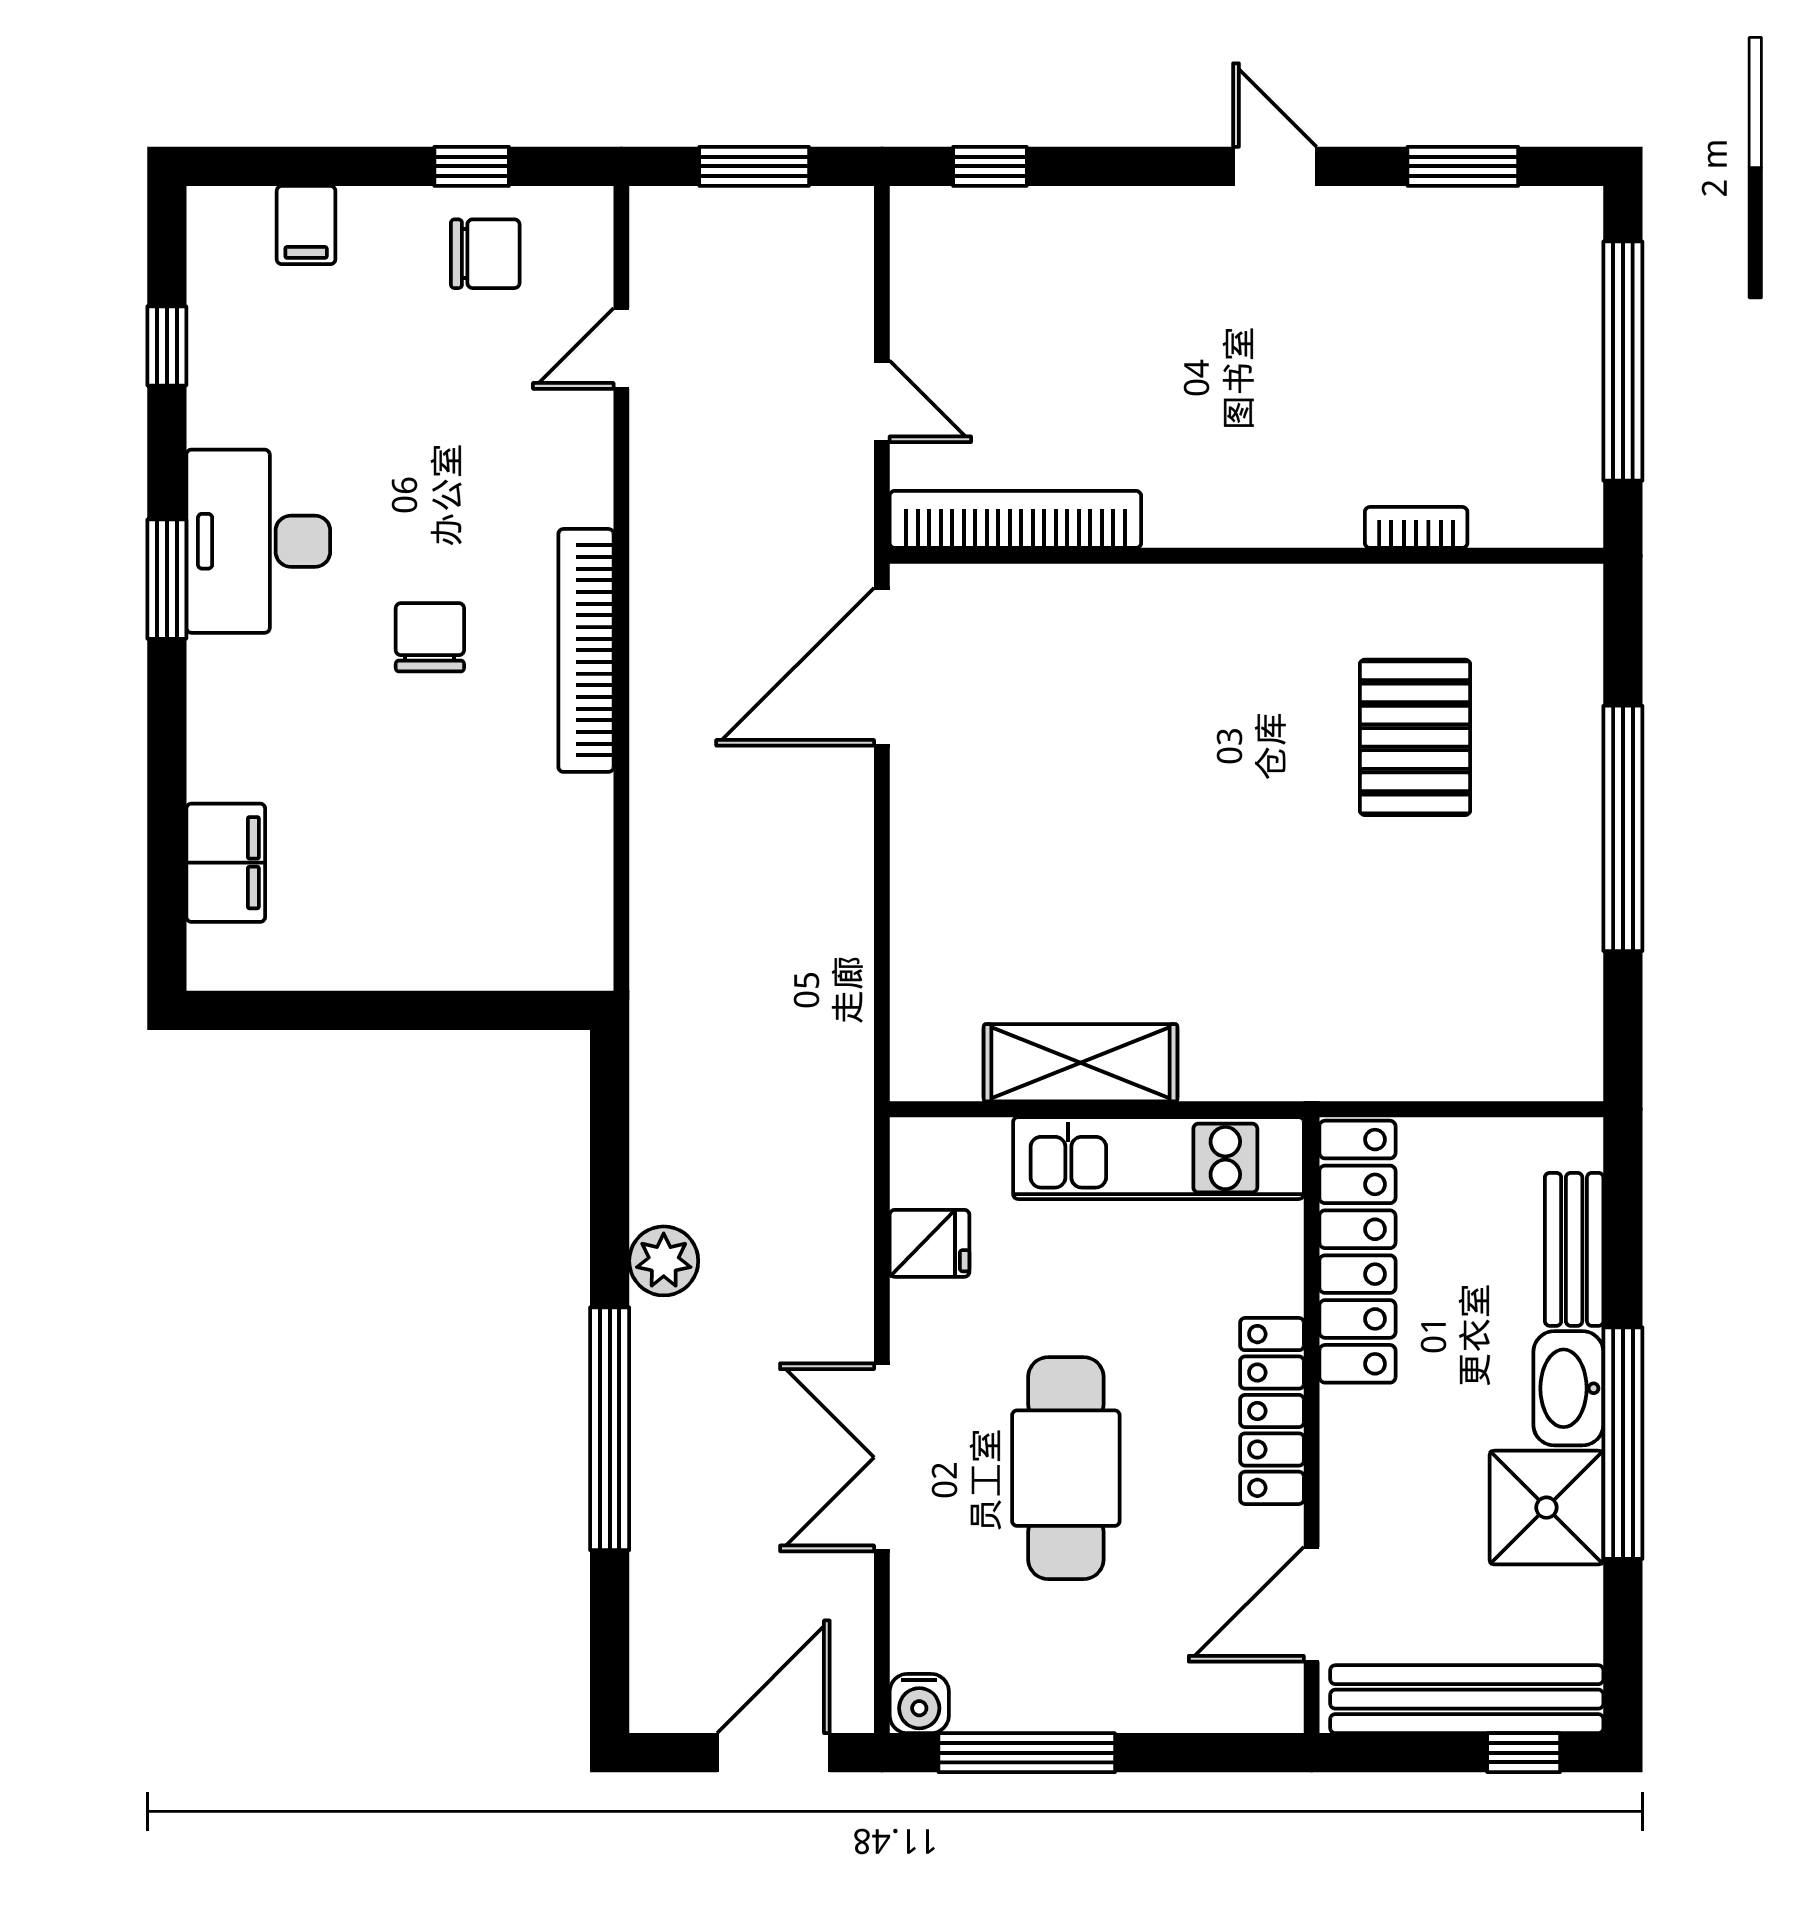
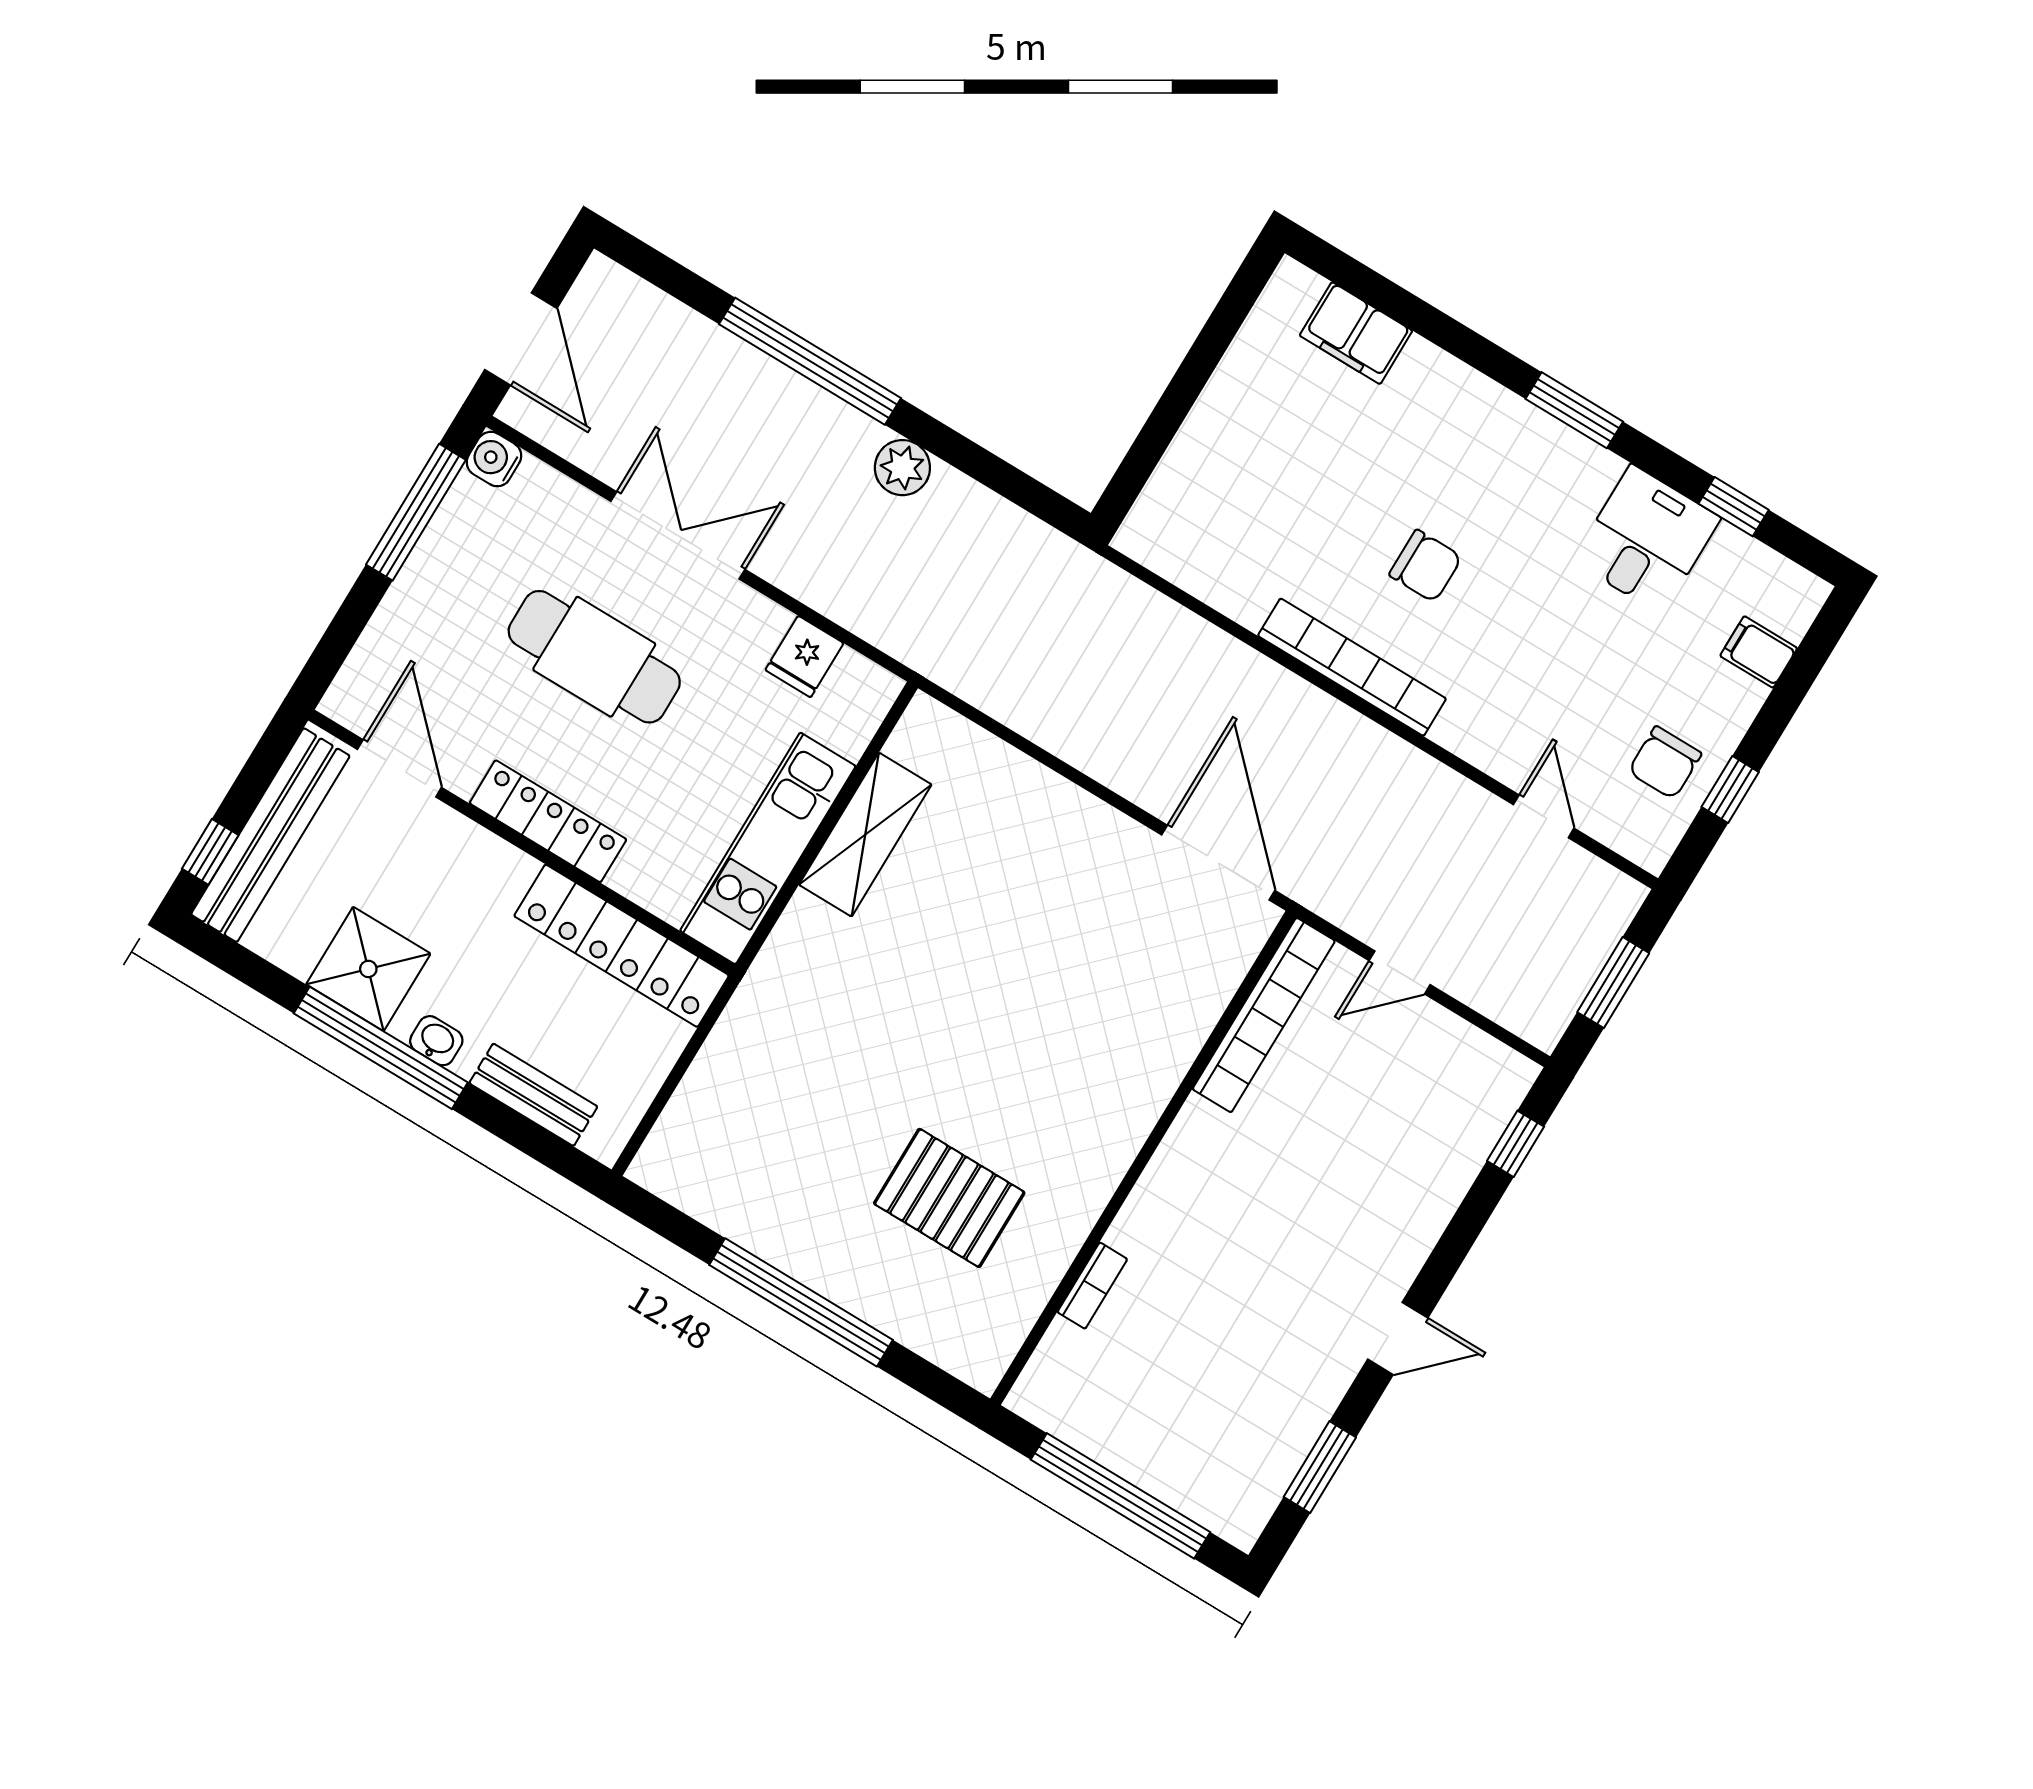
desk: (258, 541) -> (1647, 539), moved, width x0.73
washbasin: (1568, 1388) -> (436, 1041), width x0.52, depth x0.69

